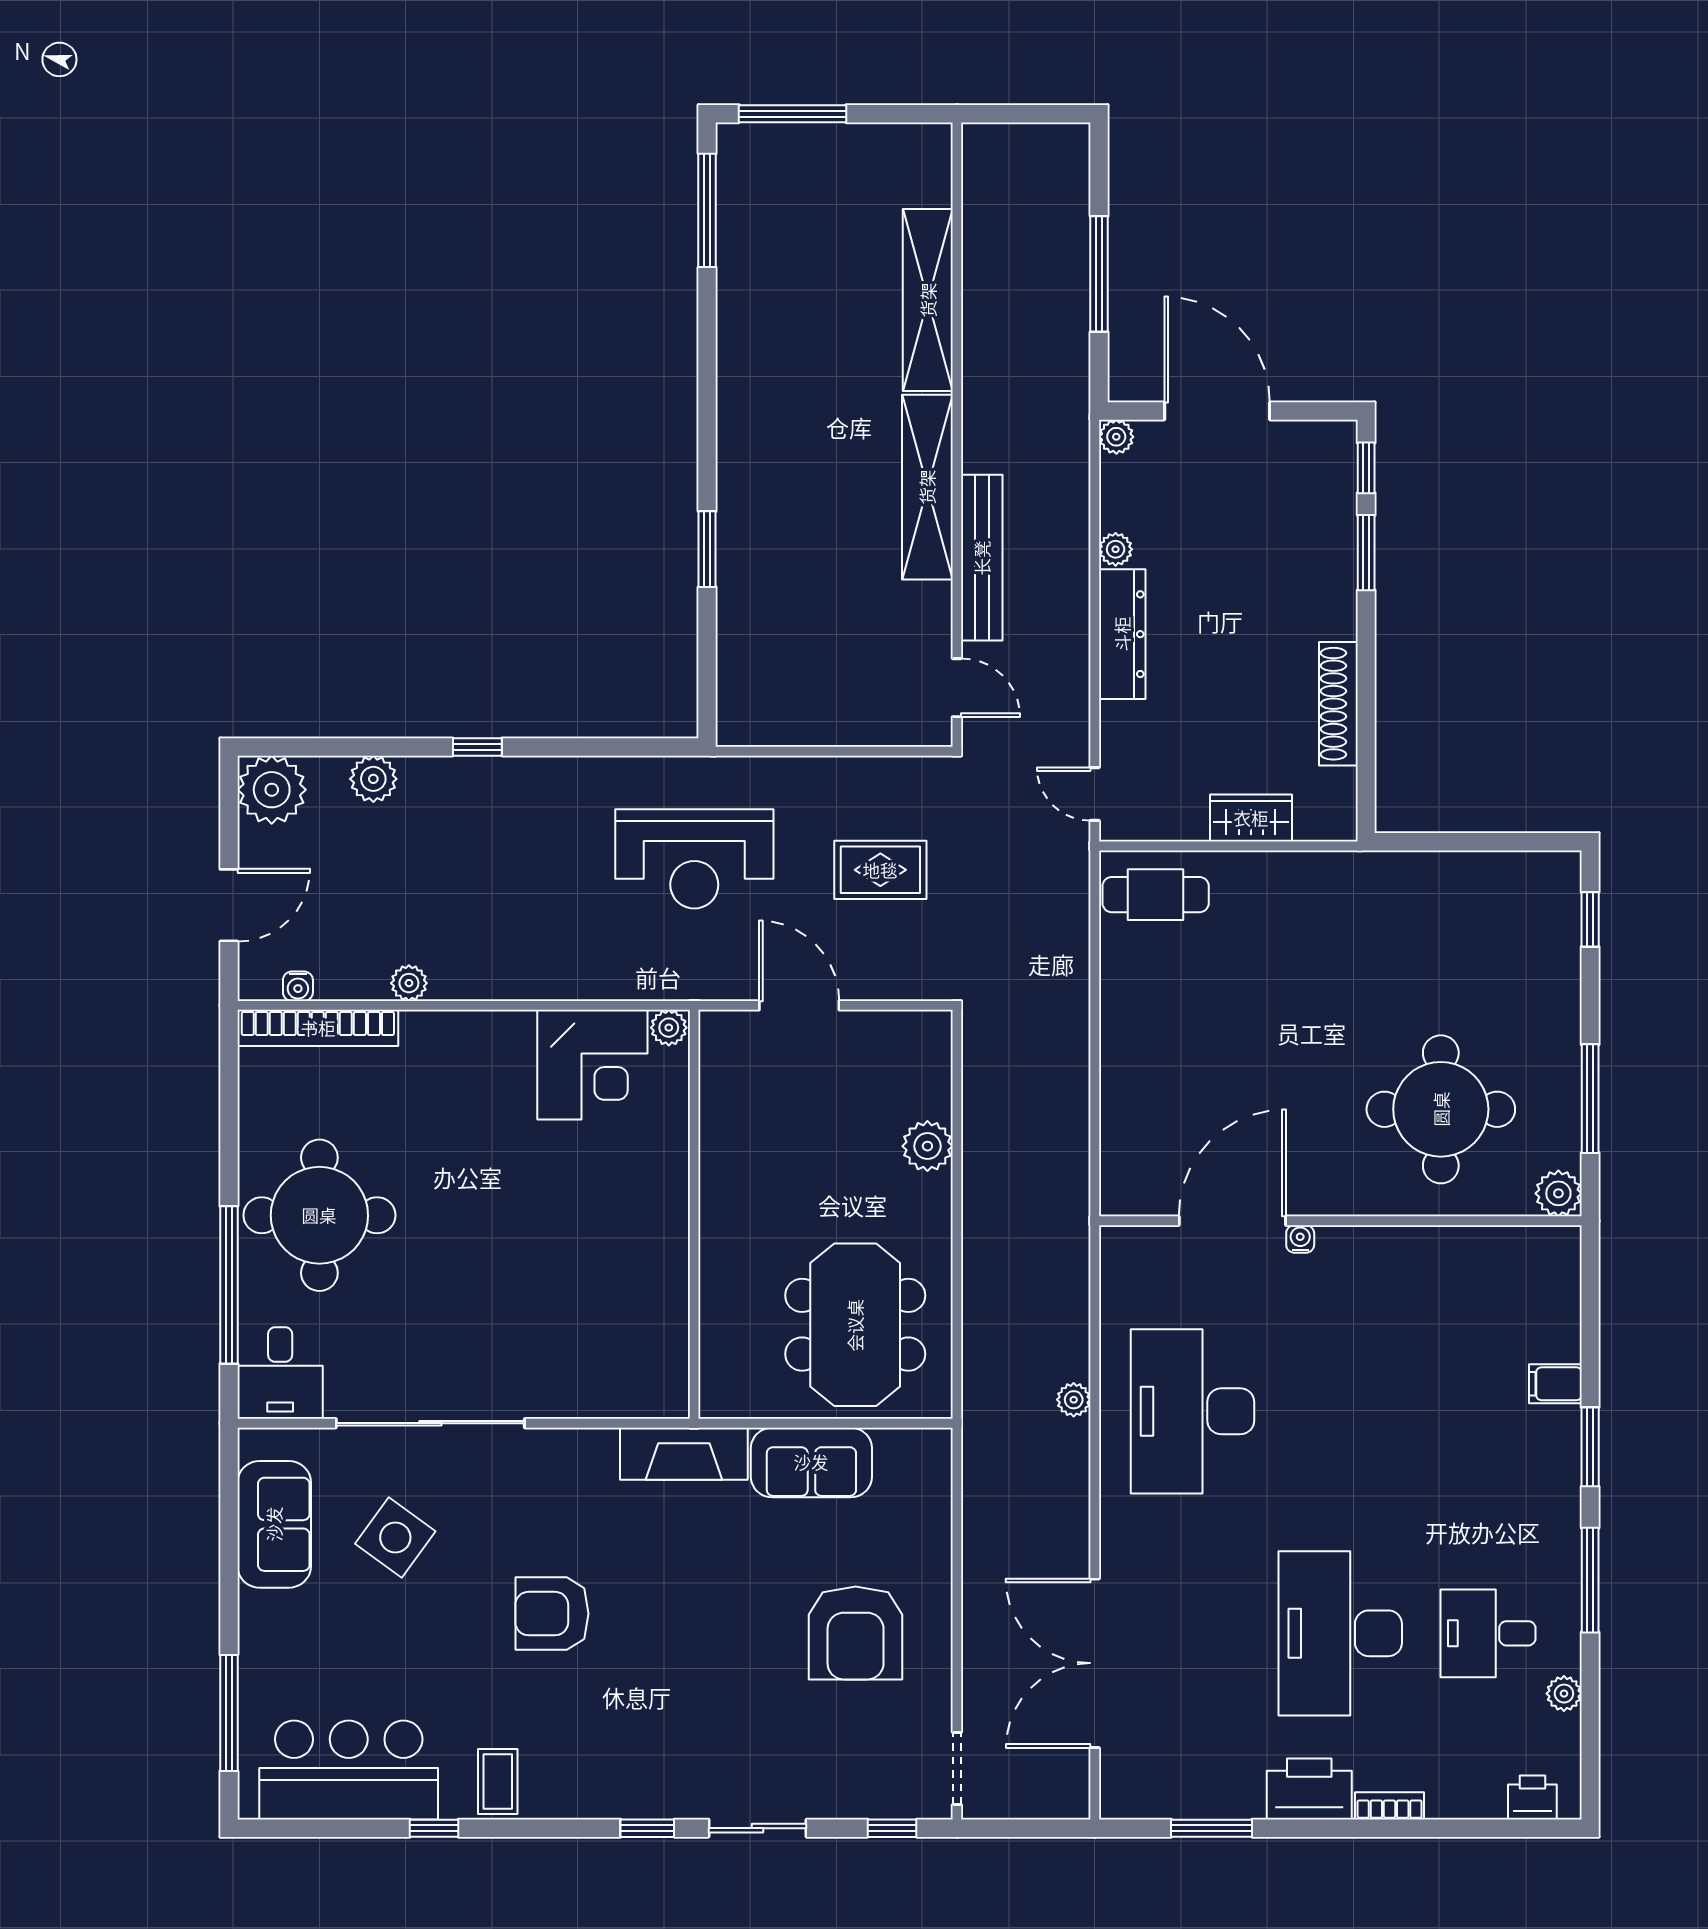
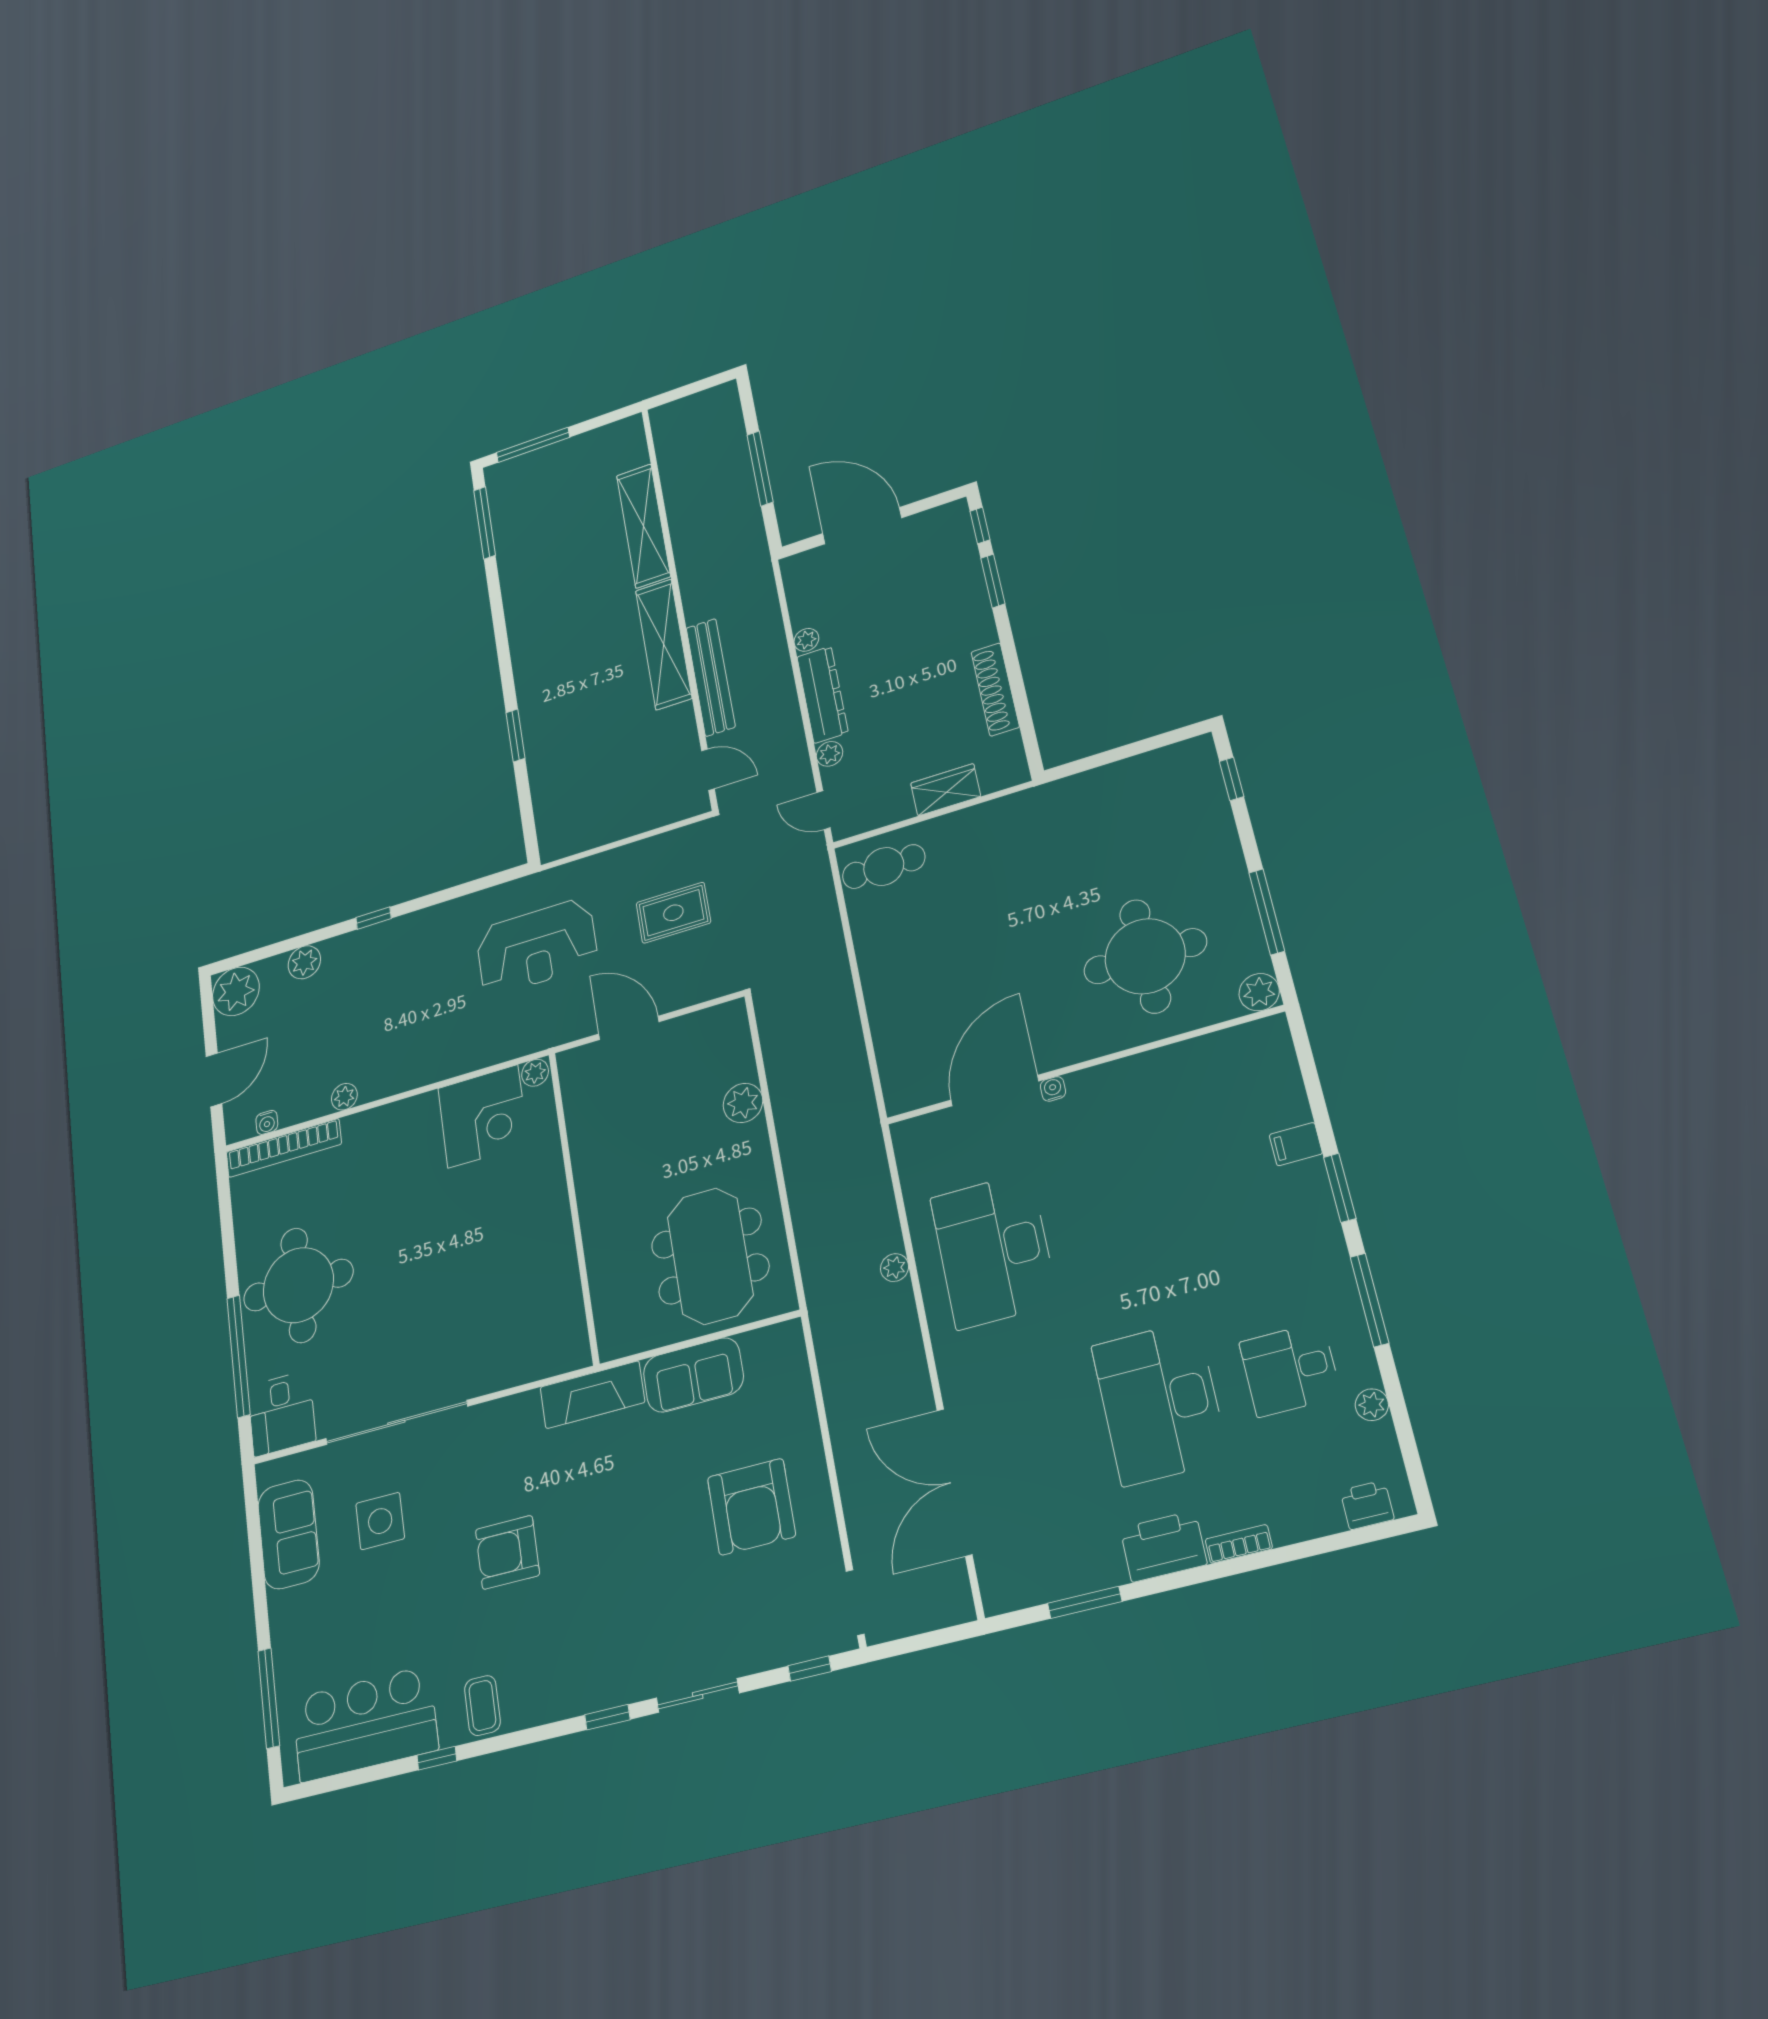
plant: (1116, 437) -> (830, 754), moved
side table: (395, 1537) -> (380, 1521), turned -36

